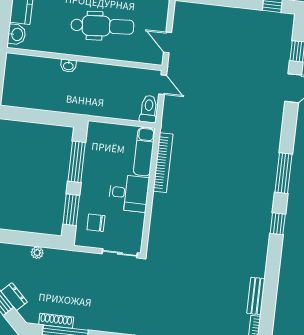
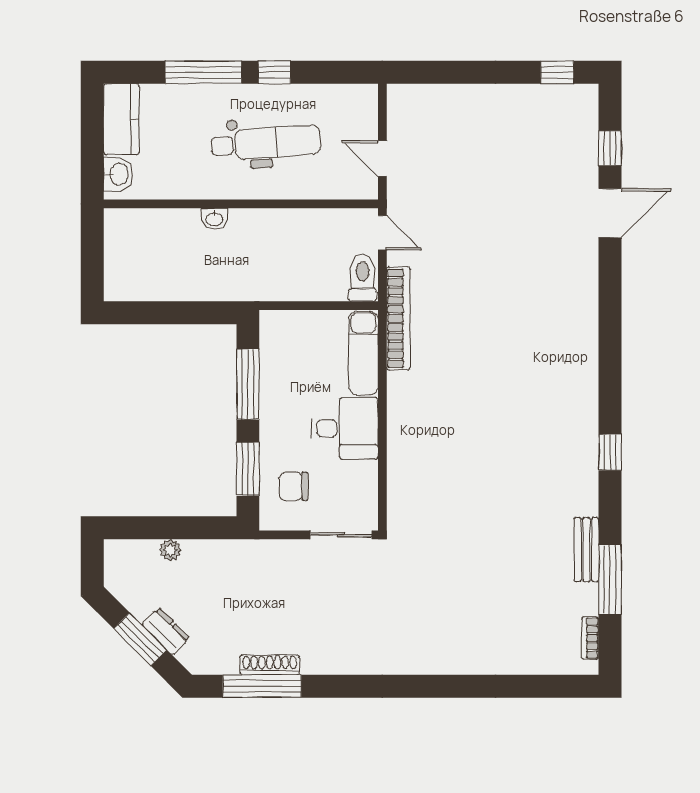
bookcase: (163, 163) -> (398, 318), moved
window: (284, 173) -> (610, 580), moved
plant: (37, 253) -> (170, 550), moved
bench: (256, 296) -> (586, 550), moved
shoe rack: (56, 321) -> (270, 665), moved

